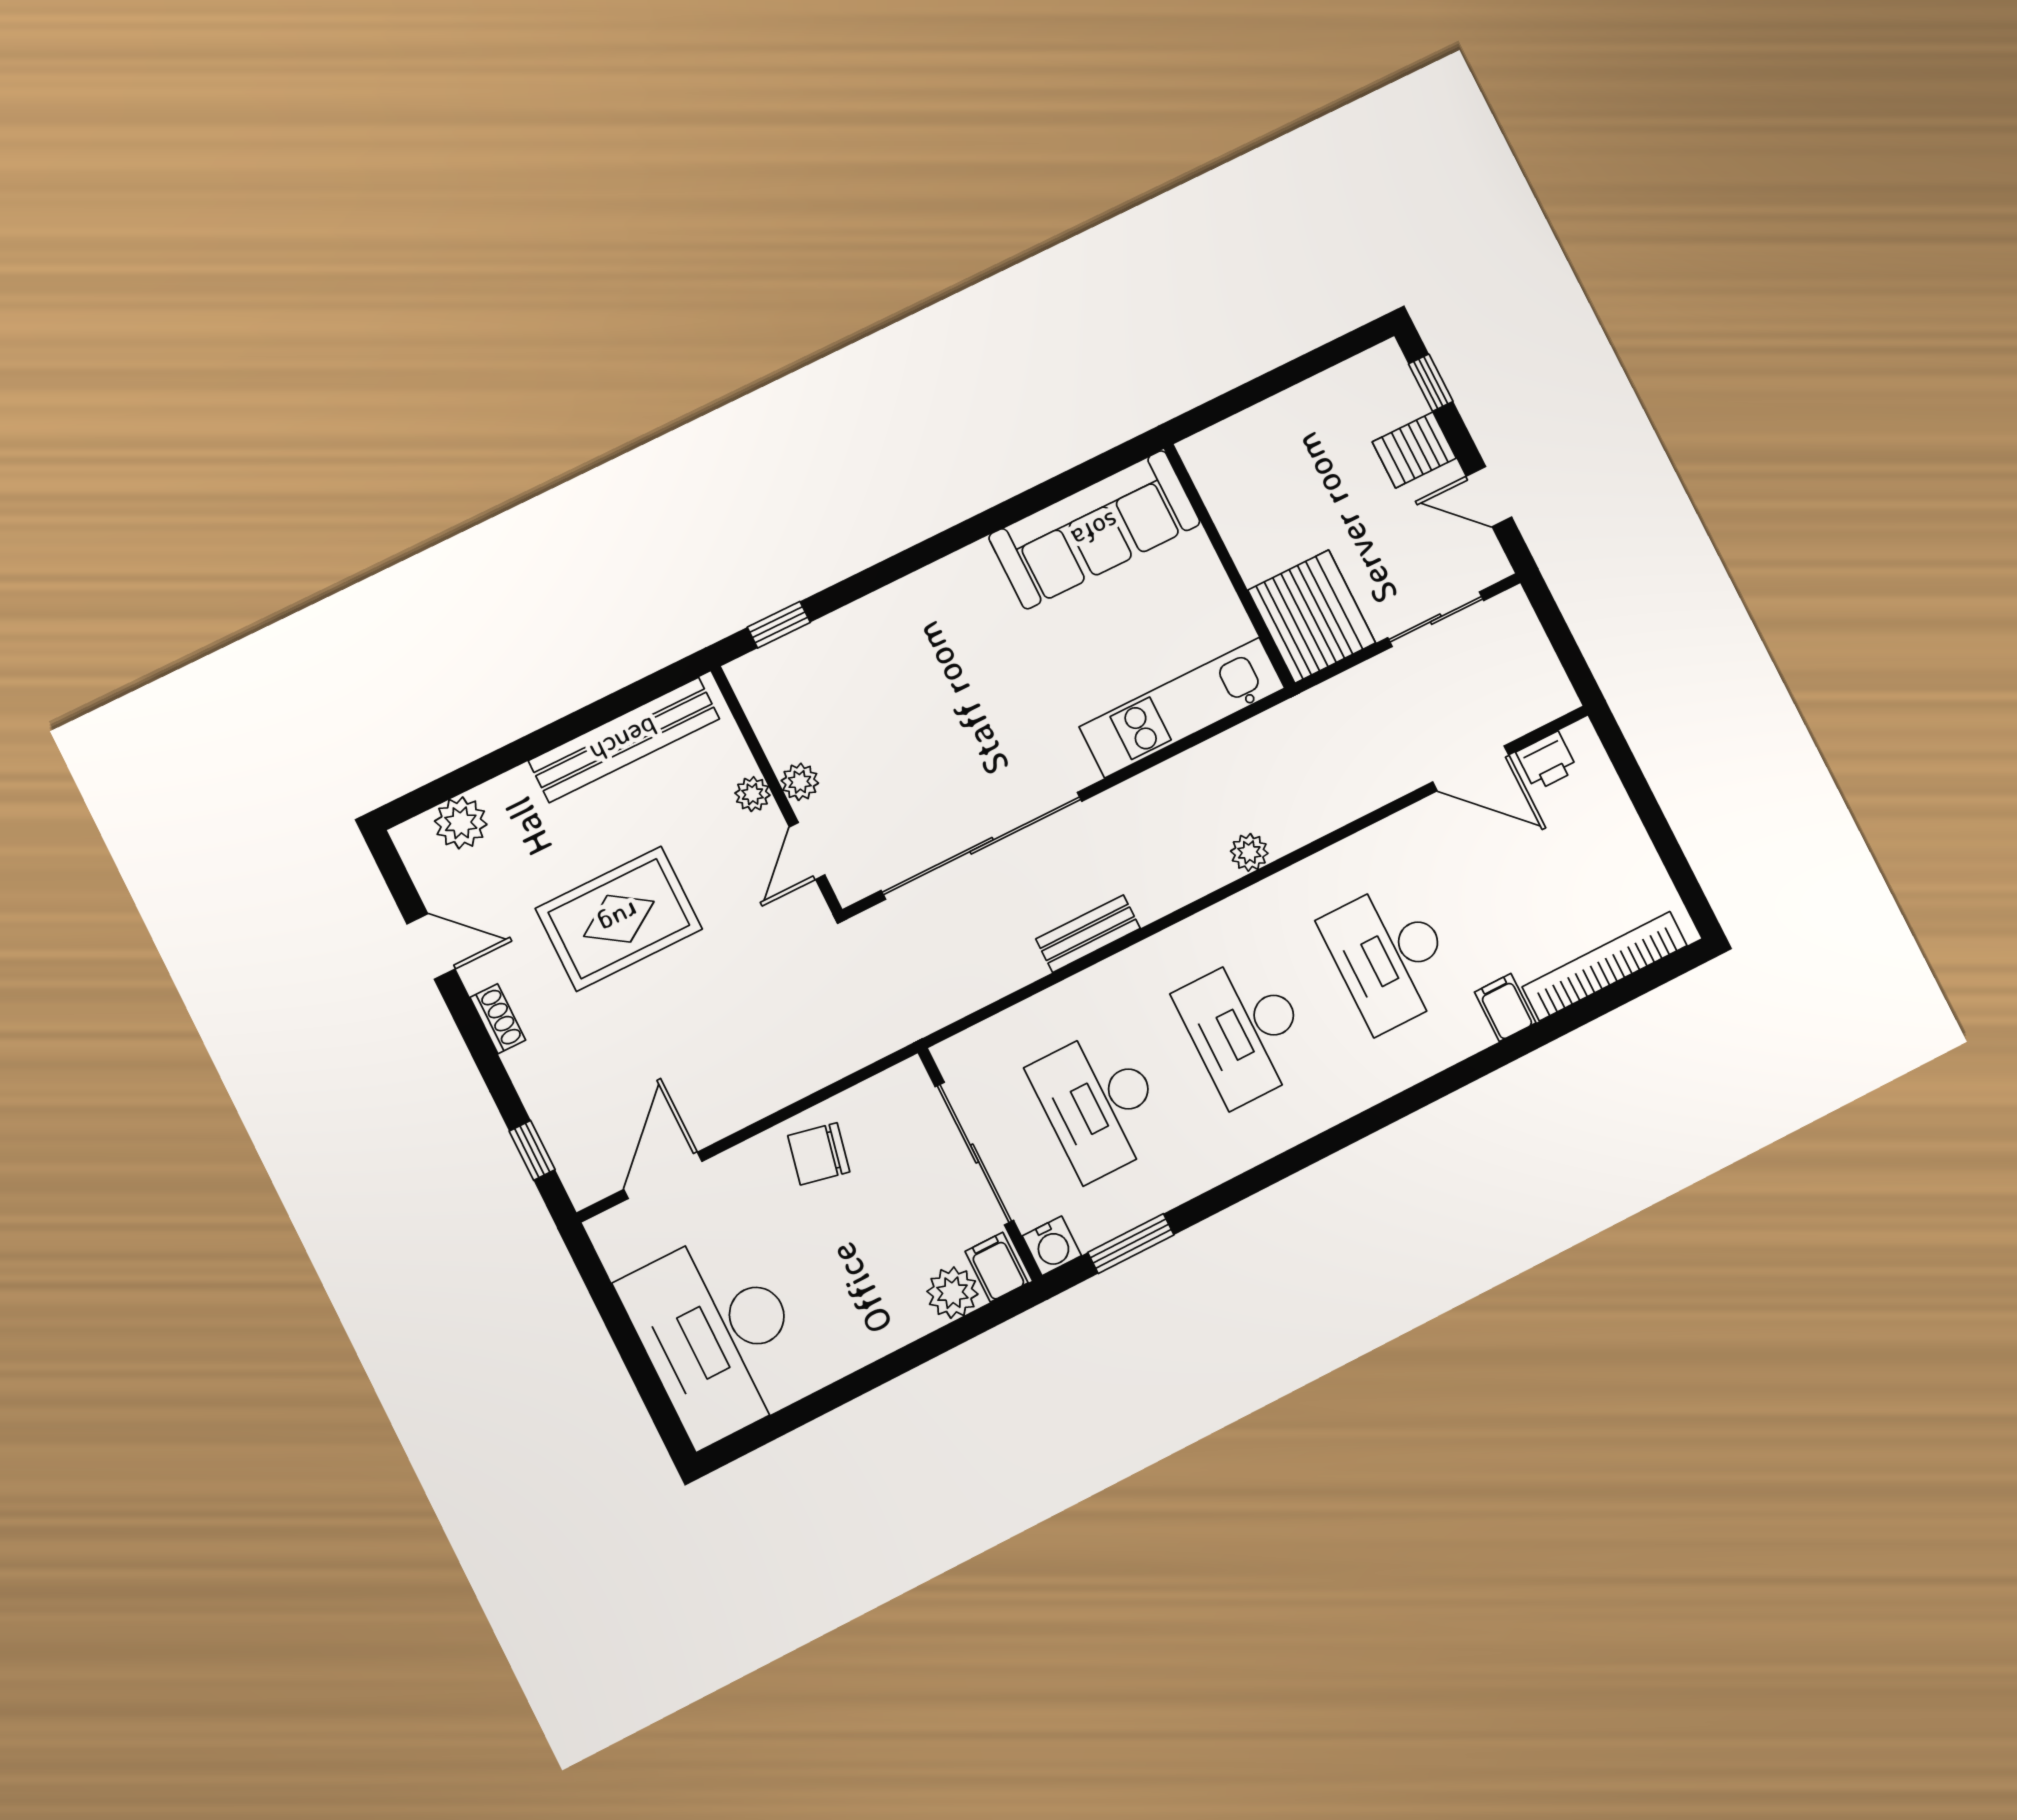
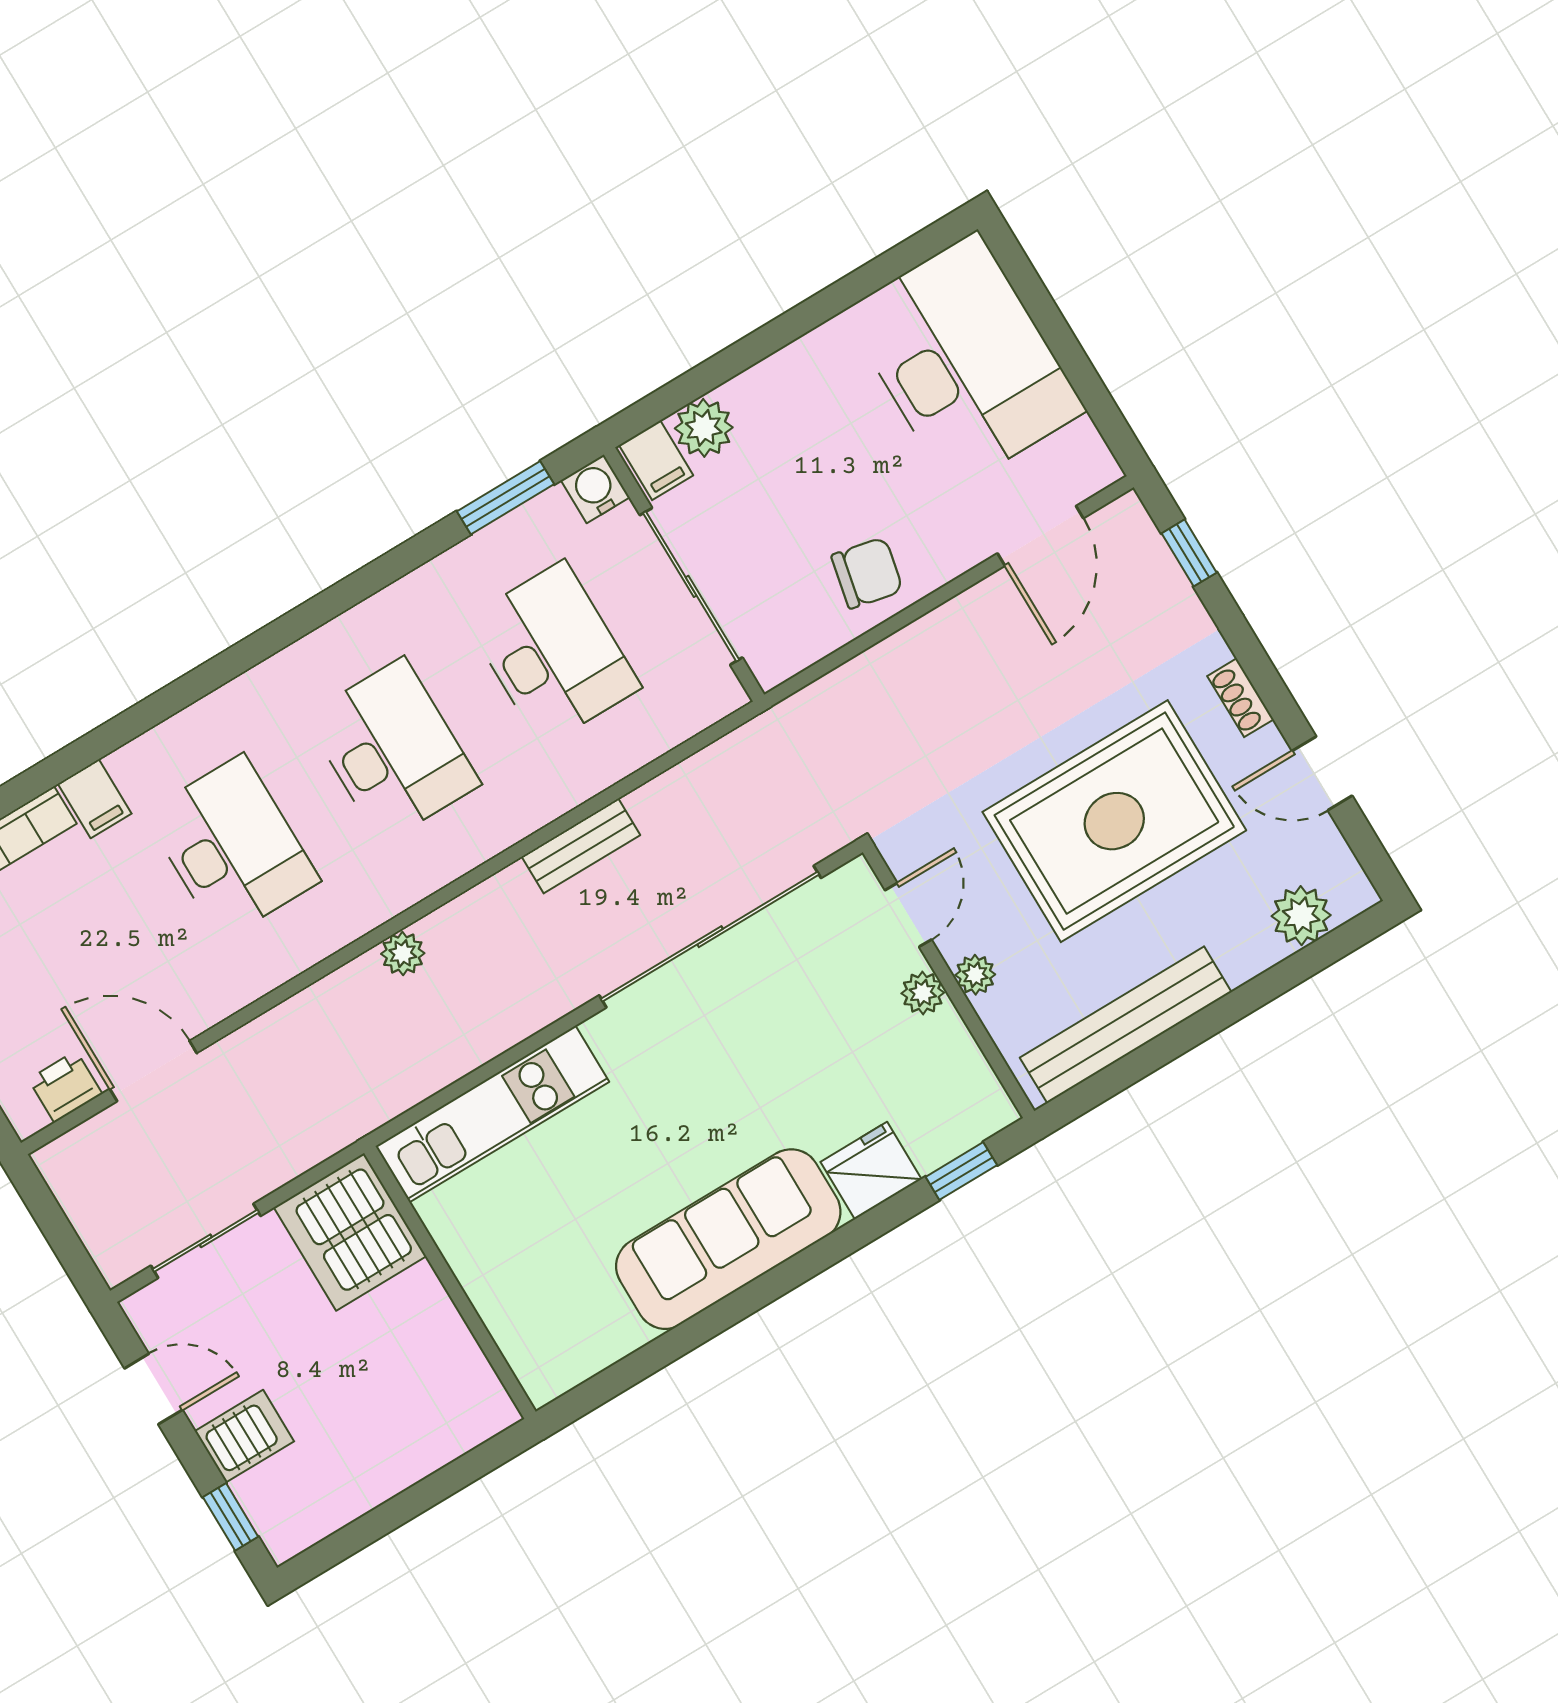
sofa: (1095, 530) -> (728, 1239), moved
fridge: (858, 632) -> (871, 1171), added
rug: (619, 919) -> (1114, 821), width x1.37, depth x1.44

